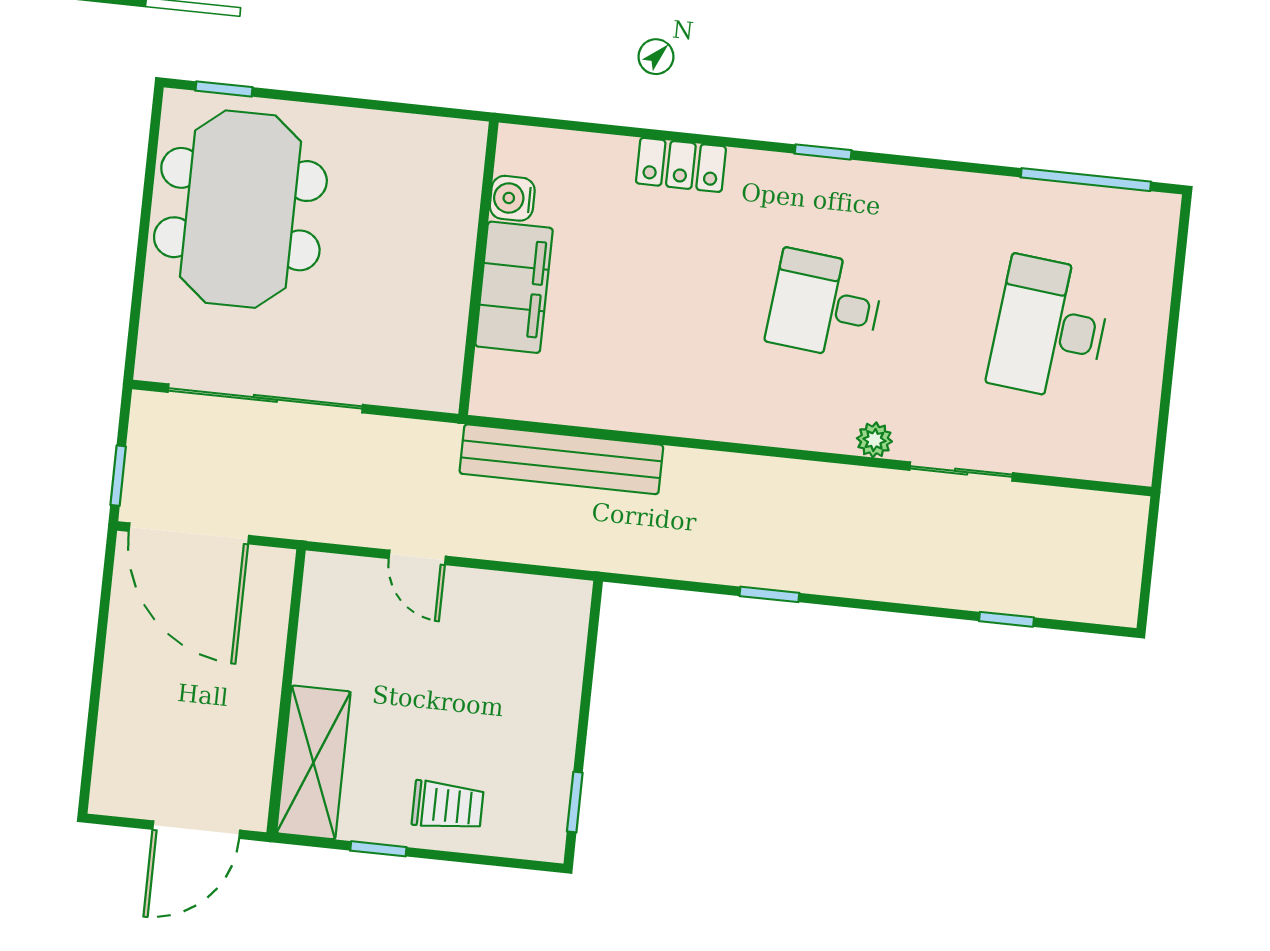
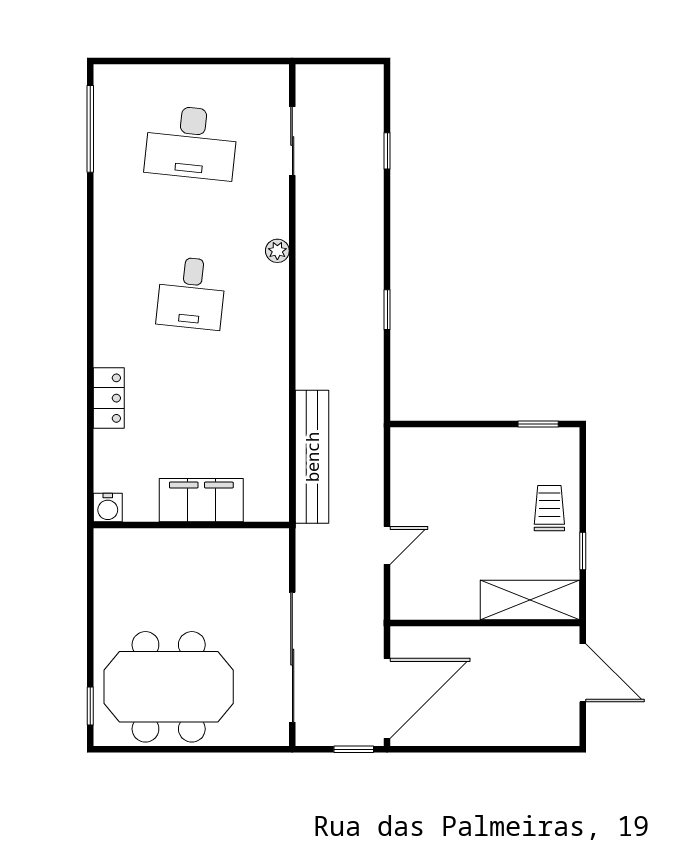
window: (823, 152) -> (90, 305), removed
water cooler: (512, 198) -> (108, 508), moved
sliding door: (961, 472) -> (292, 141), moved

